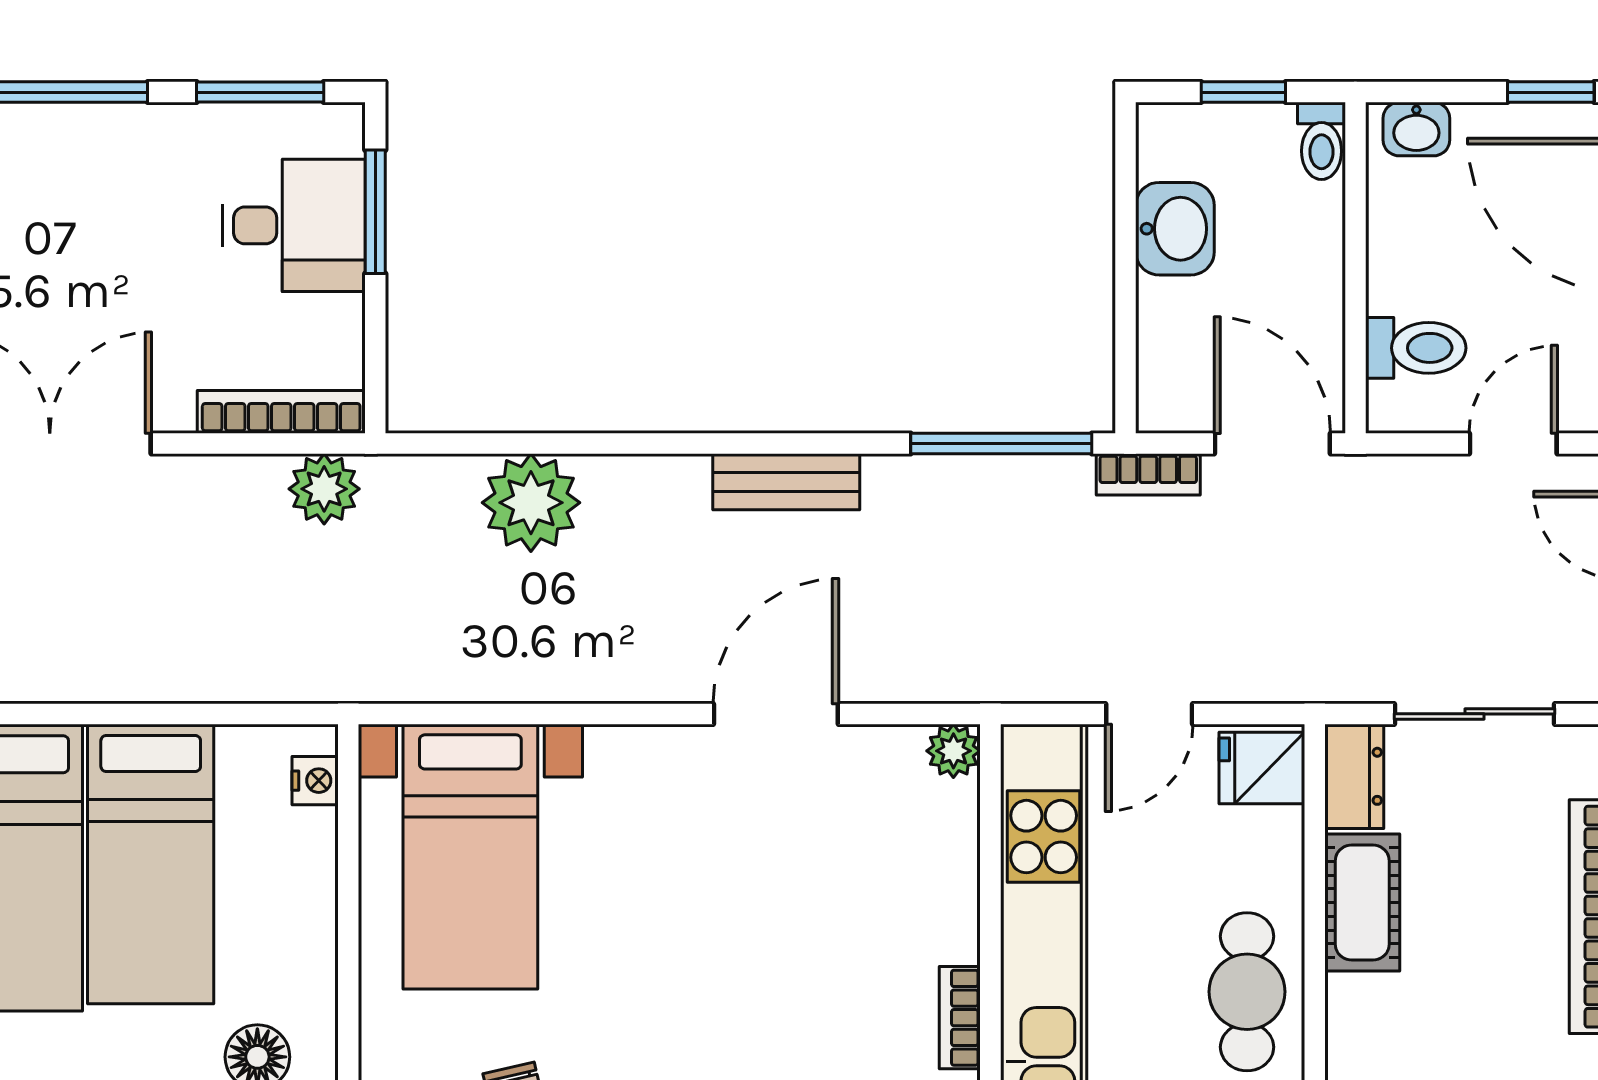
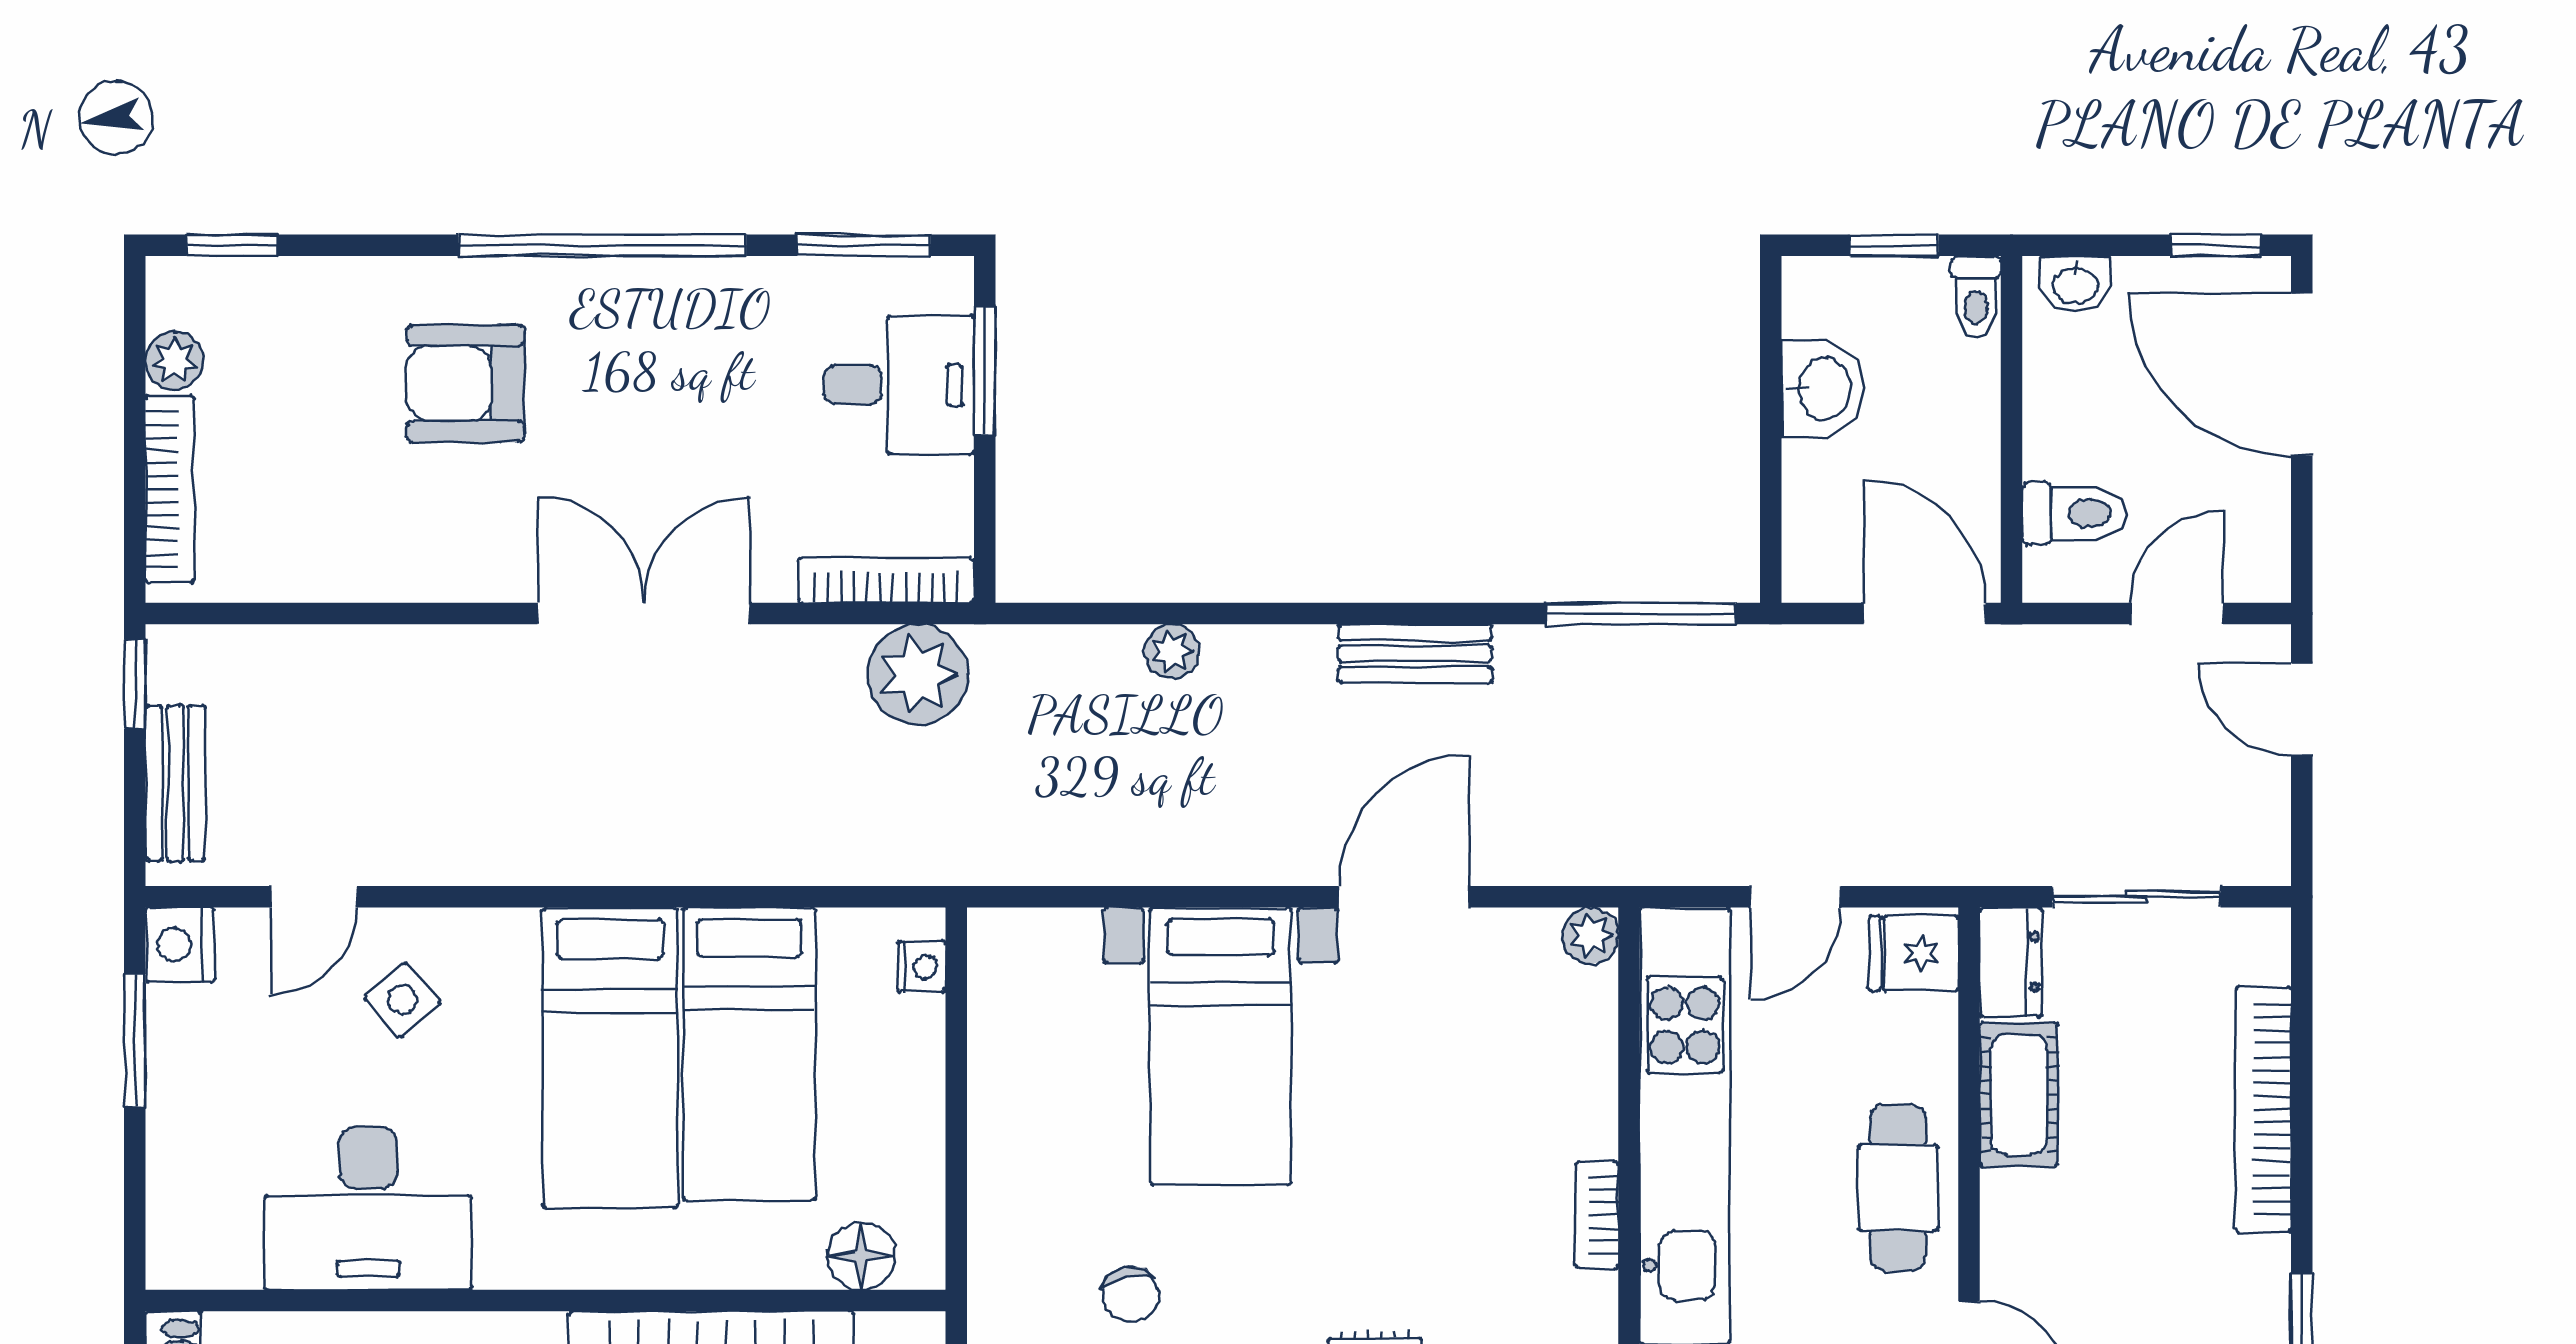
bookcase: (1148, 474) -> (1794, 646), removed
plant: (324, 489) -> (918, 674), width x1.36, depth x1.36
plant: (531, 503) -> (1172, 652), width x0.53, depth x0.53
bed with nightstands: (470, 857) -> (1221, 1046), moved

